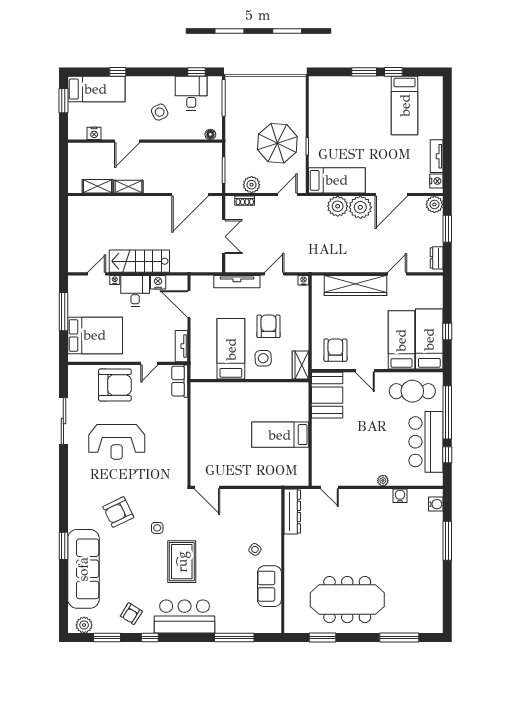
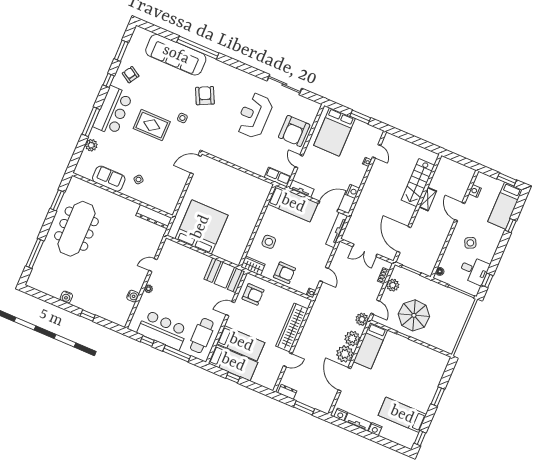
window: (393, 72) -> (420, 438), moved
nightstand: (436, 131) -> (375, 429), added
shelving: (97, 186) -> (437, 178), removed
plant: (434, 204) -> (362, 319), moved
stairs: (139, 261) -> (418, 183), moved, turned 180
door: (397, 274) -> (288, 360), hinge flipped
tv unit: (237, 282) -> (337, 230), moved
desk: (135, 291) -> (354, 173), removed
window: (63, 312) -> (360, 117), width x0.69
armchair: (269, 326) -> (284, 273), moved
bed: (231, 349) -> (293, 204), moved
window: (447, 412) -> (177, 354), width x0.68
bed: (280, 435) -> (201, 227), width x2.04
door: (330, 487) -> (153, 265), moved
water cooler: (436, 504) -> (66, 297), moved
window: (447, 541) -> (88, 316), width x0.46
window: (63, 546) -> (198, 48), width x2.11
plant: (84, 625) -> (91, 145), moved
window: (234, 637) -> (91, 122), moved

